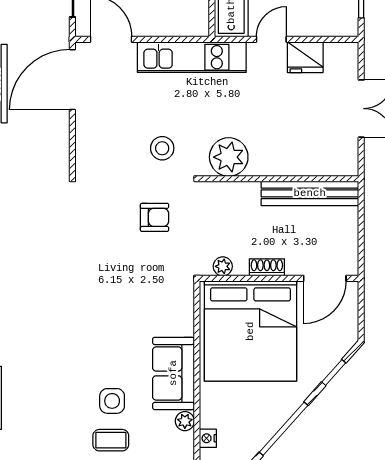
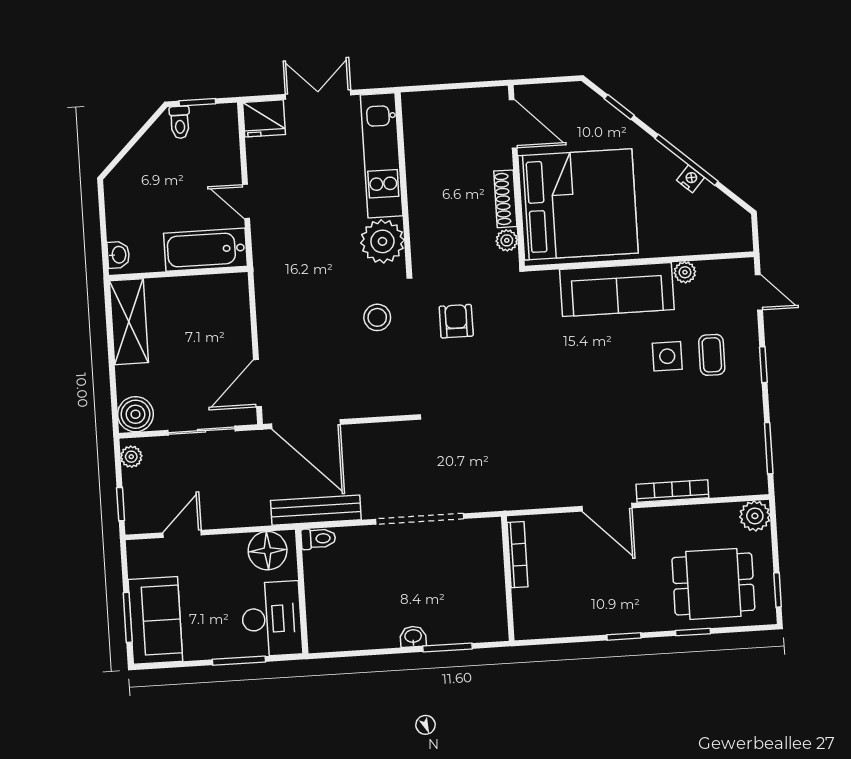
kitchen unit: (192, 57) -> (382, 155), moved, turned 180
fridge: (305, 57) -> (264, 118), moved, turned 90
bench: (310, 193) -> (418, 147), removed
shoe rack: (267, 267) -> (505, 199), width x1.43
sofa: (173, 373) -> (617, 290), width x1.36
nightstand: (208, 438) -> (690, 179), moved, turned -138

